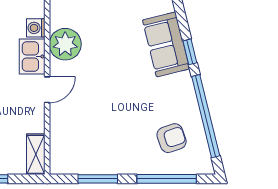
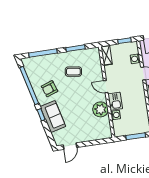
door: (47, 90) -> (106, 87), hinge flipped
coffee table: (110, 131) -> (73, 72), added
armchair: (172, 138) -> (50, 89), moved

